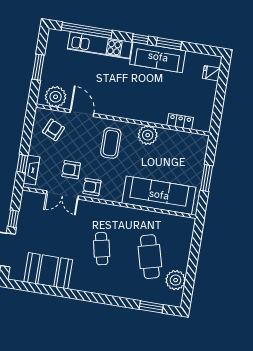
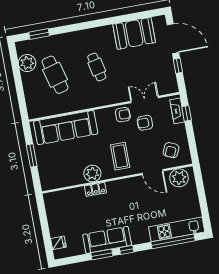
kitchen unit: (100, 45) -> (177, 229), moved
window: (38, 67) -> (202, 197), removed
locker: (180, 121) -> (95, 189), moved
armchair: (71, 170) -> (145, 123), turned 180

